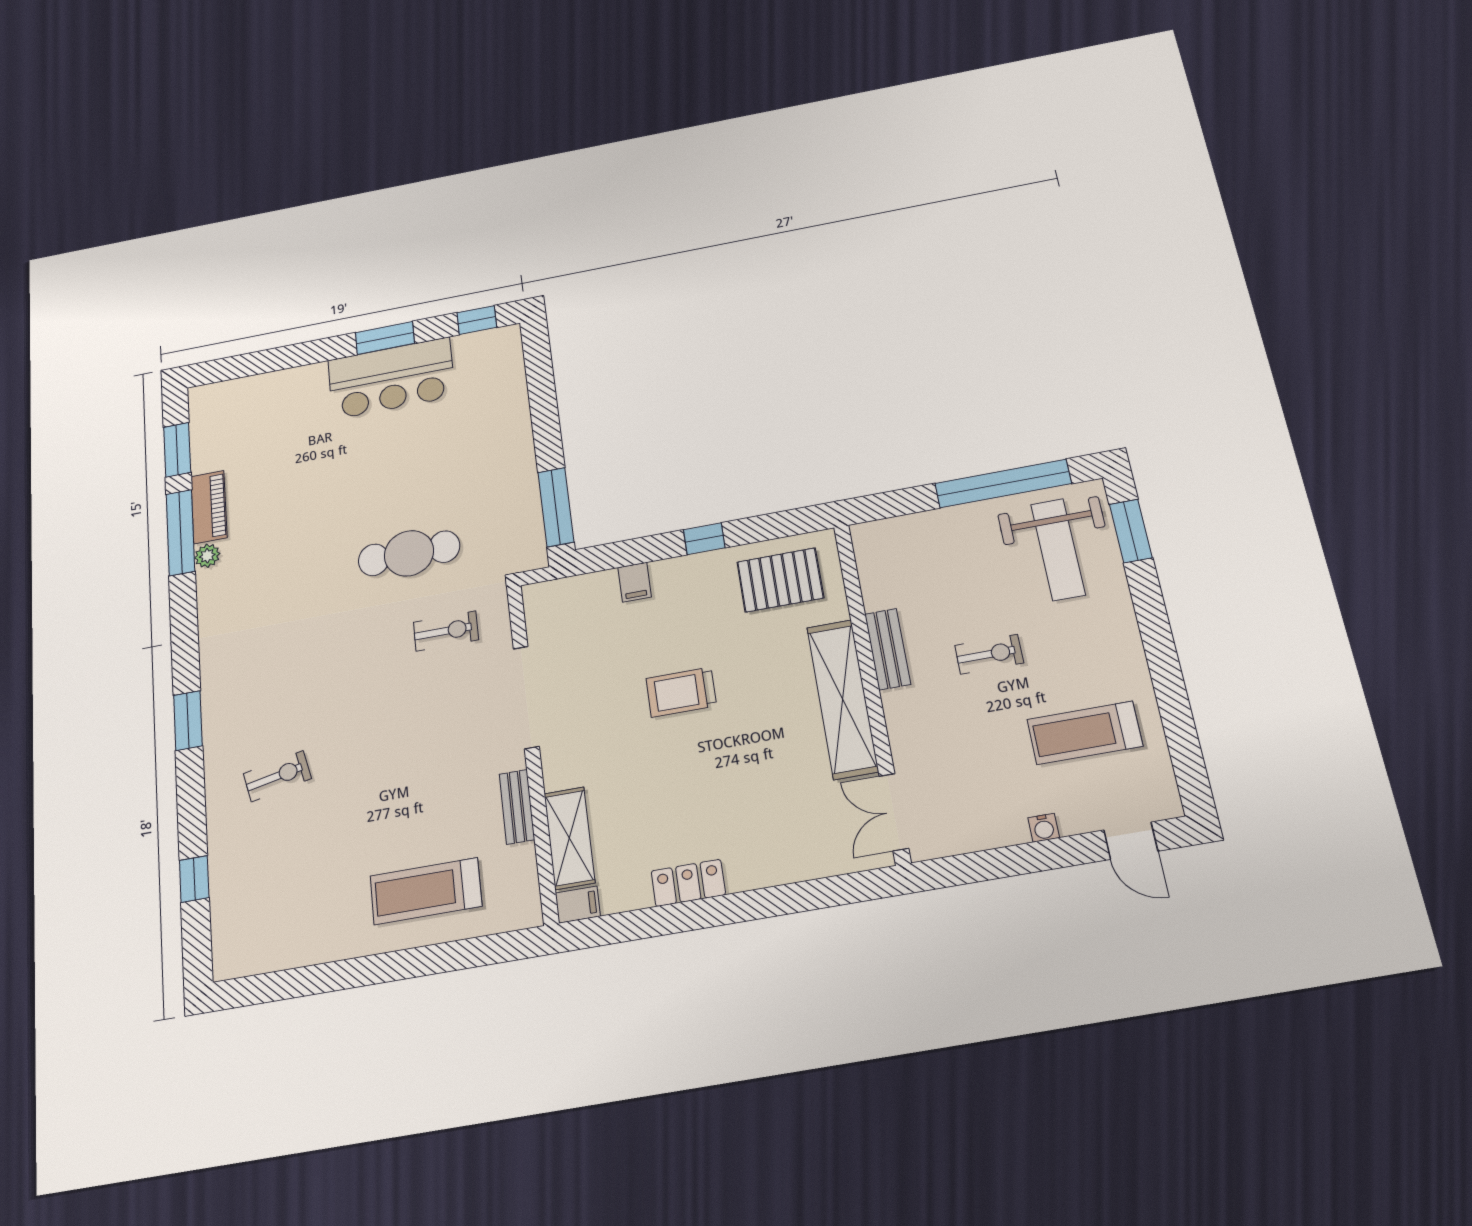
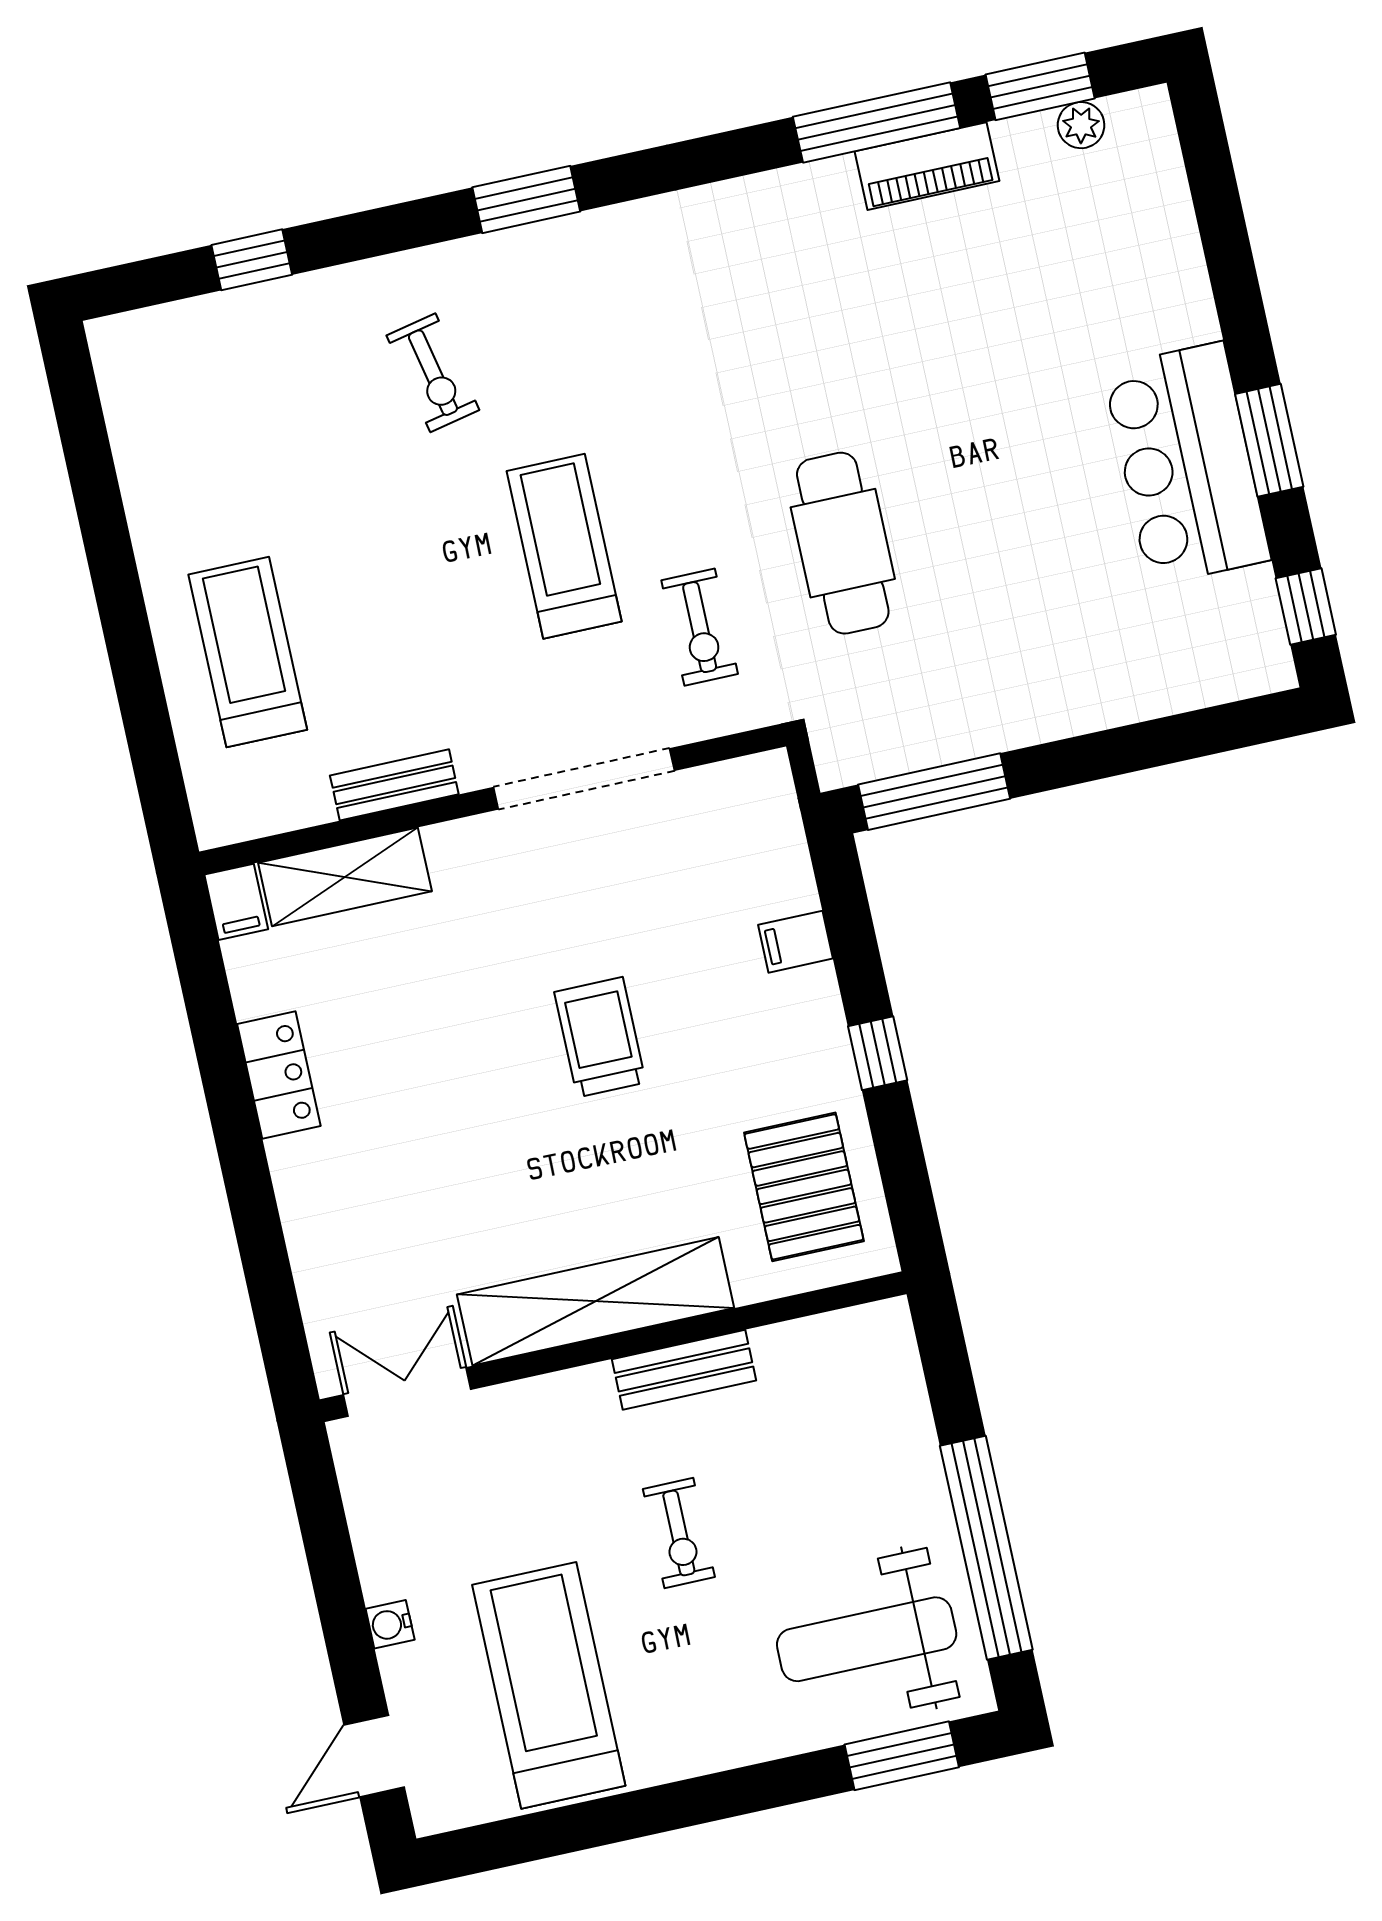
plant: (207, 556) -> (1081, 125), moved
treadmill: (389, 705) -> (564, 546), added
treadmill: (1085, 733) -> (549, 1685), width x1.37, depth x1.38

